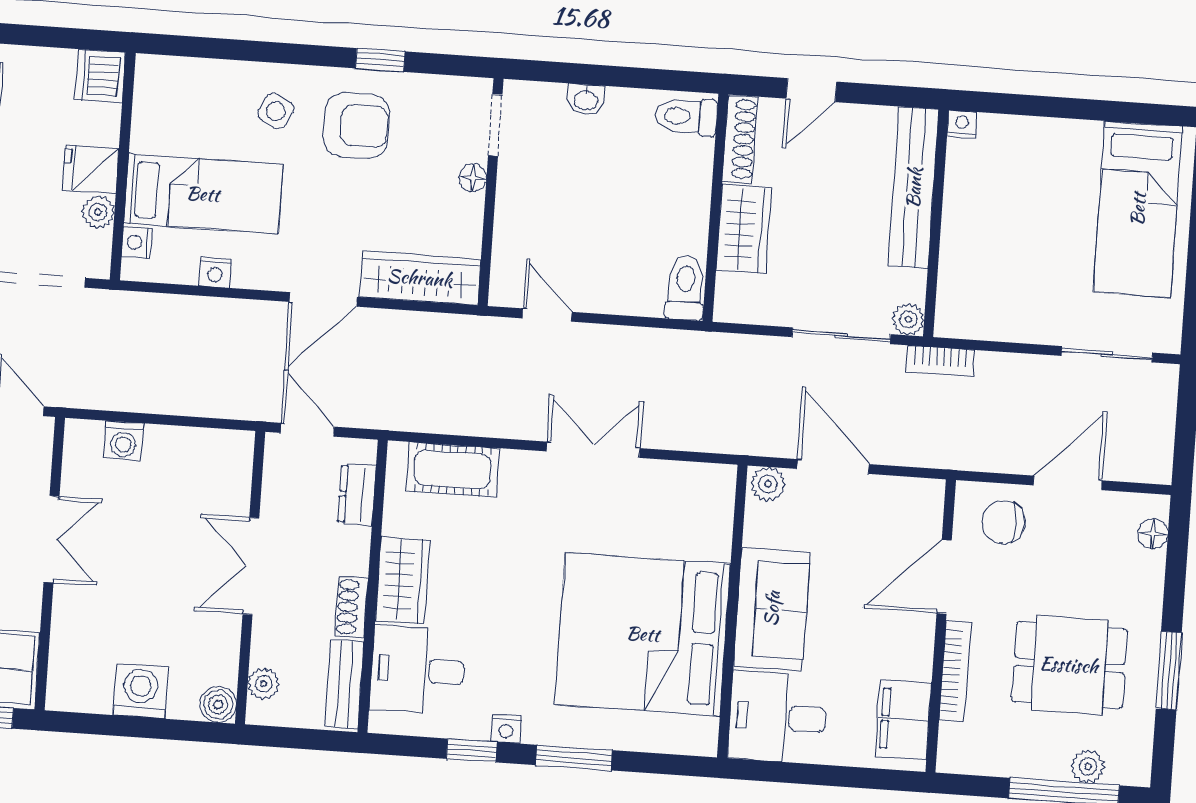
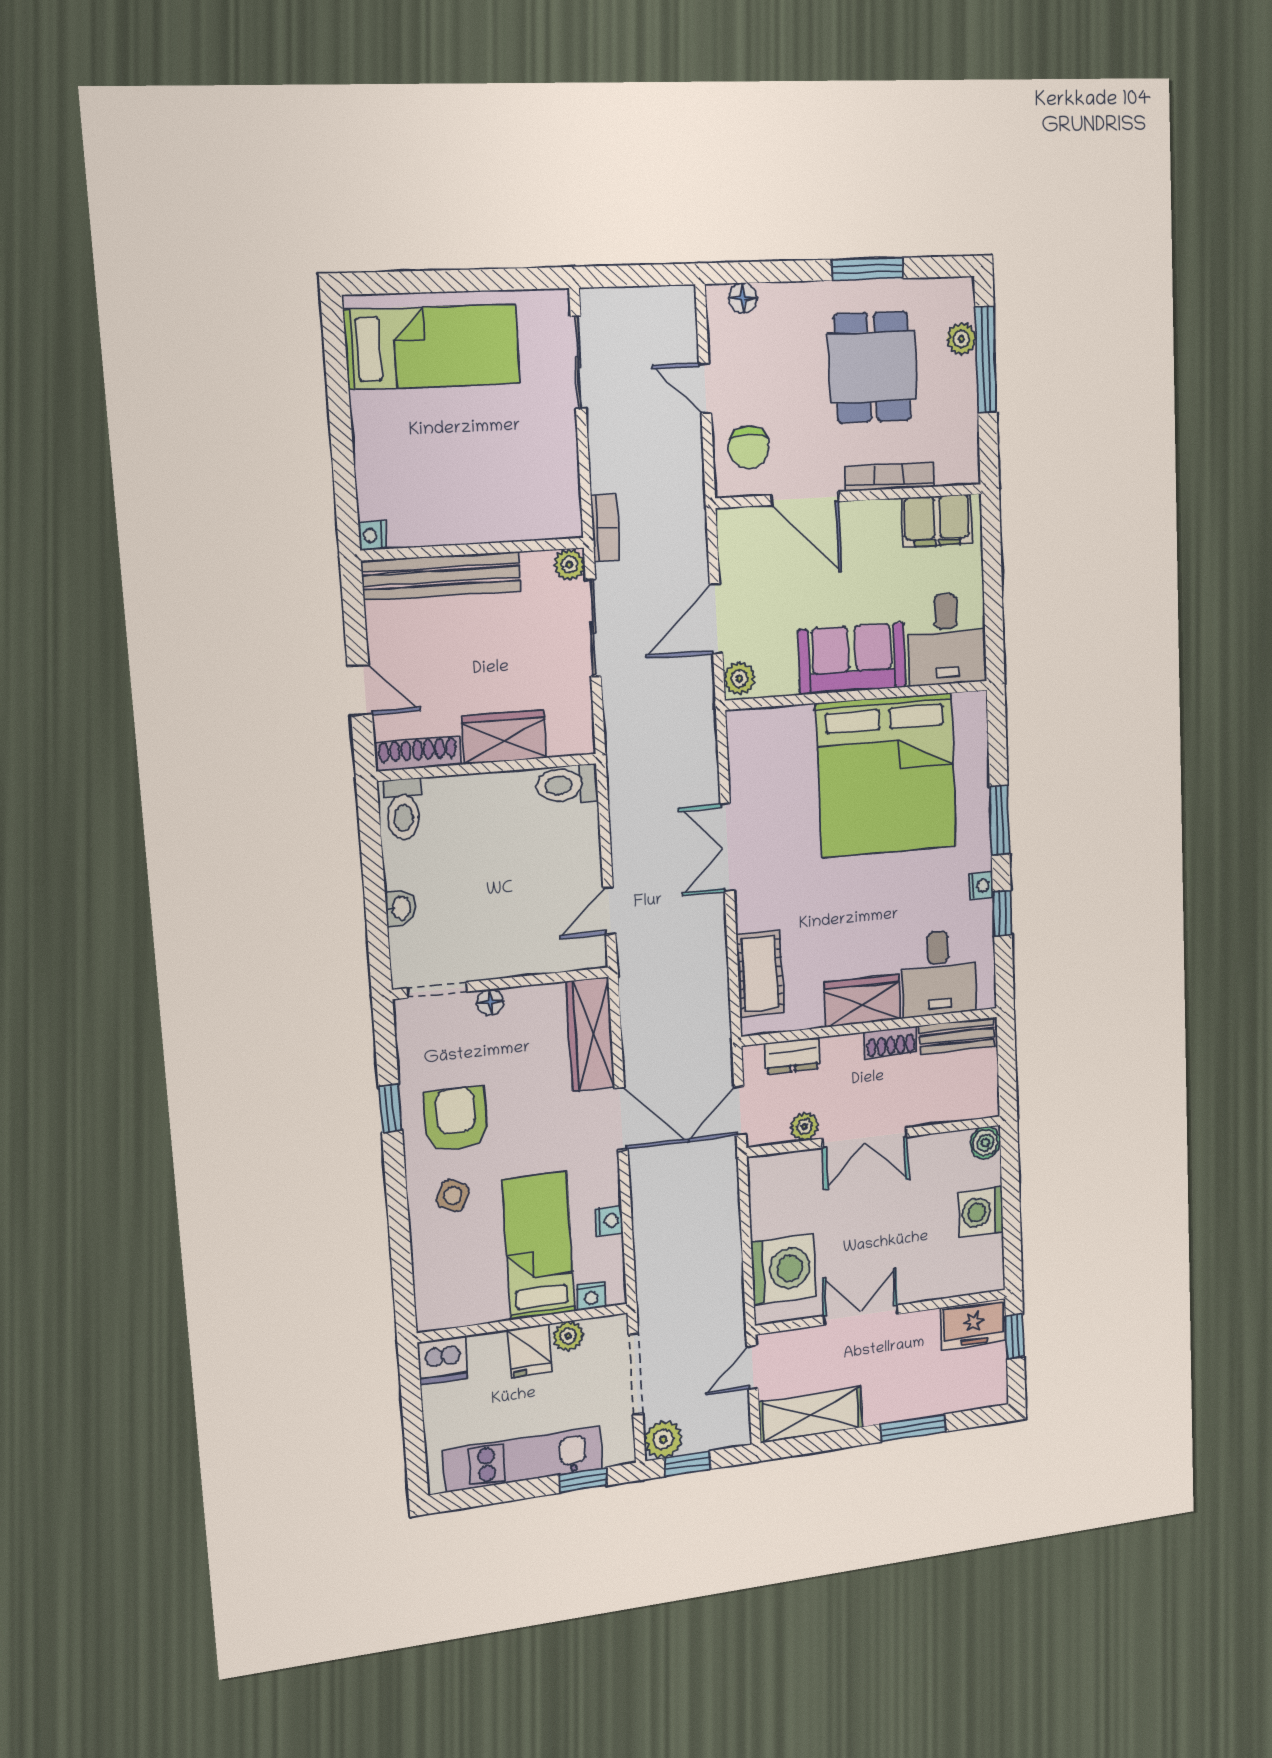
washing machine: (123, 441) -> (784, 1269), width x1.89, depth x1.89
door: (1068, 483) -> (705, 388), width x0.73
plant: (264, 684) -> (804, 1126), moved

